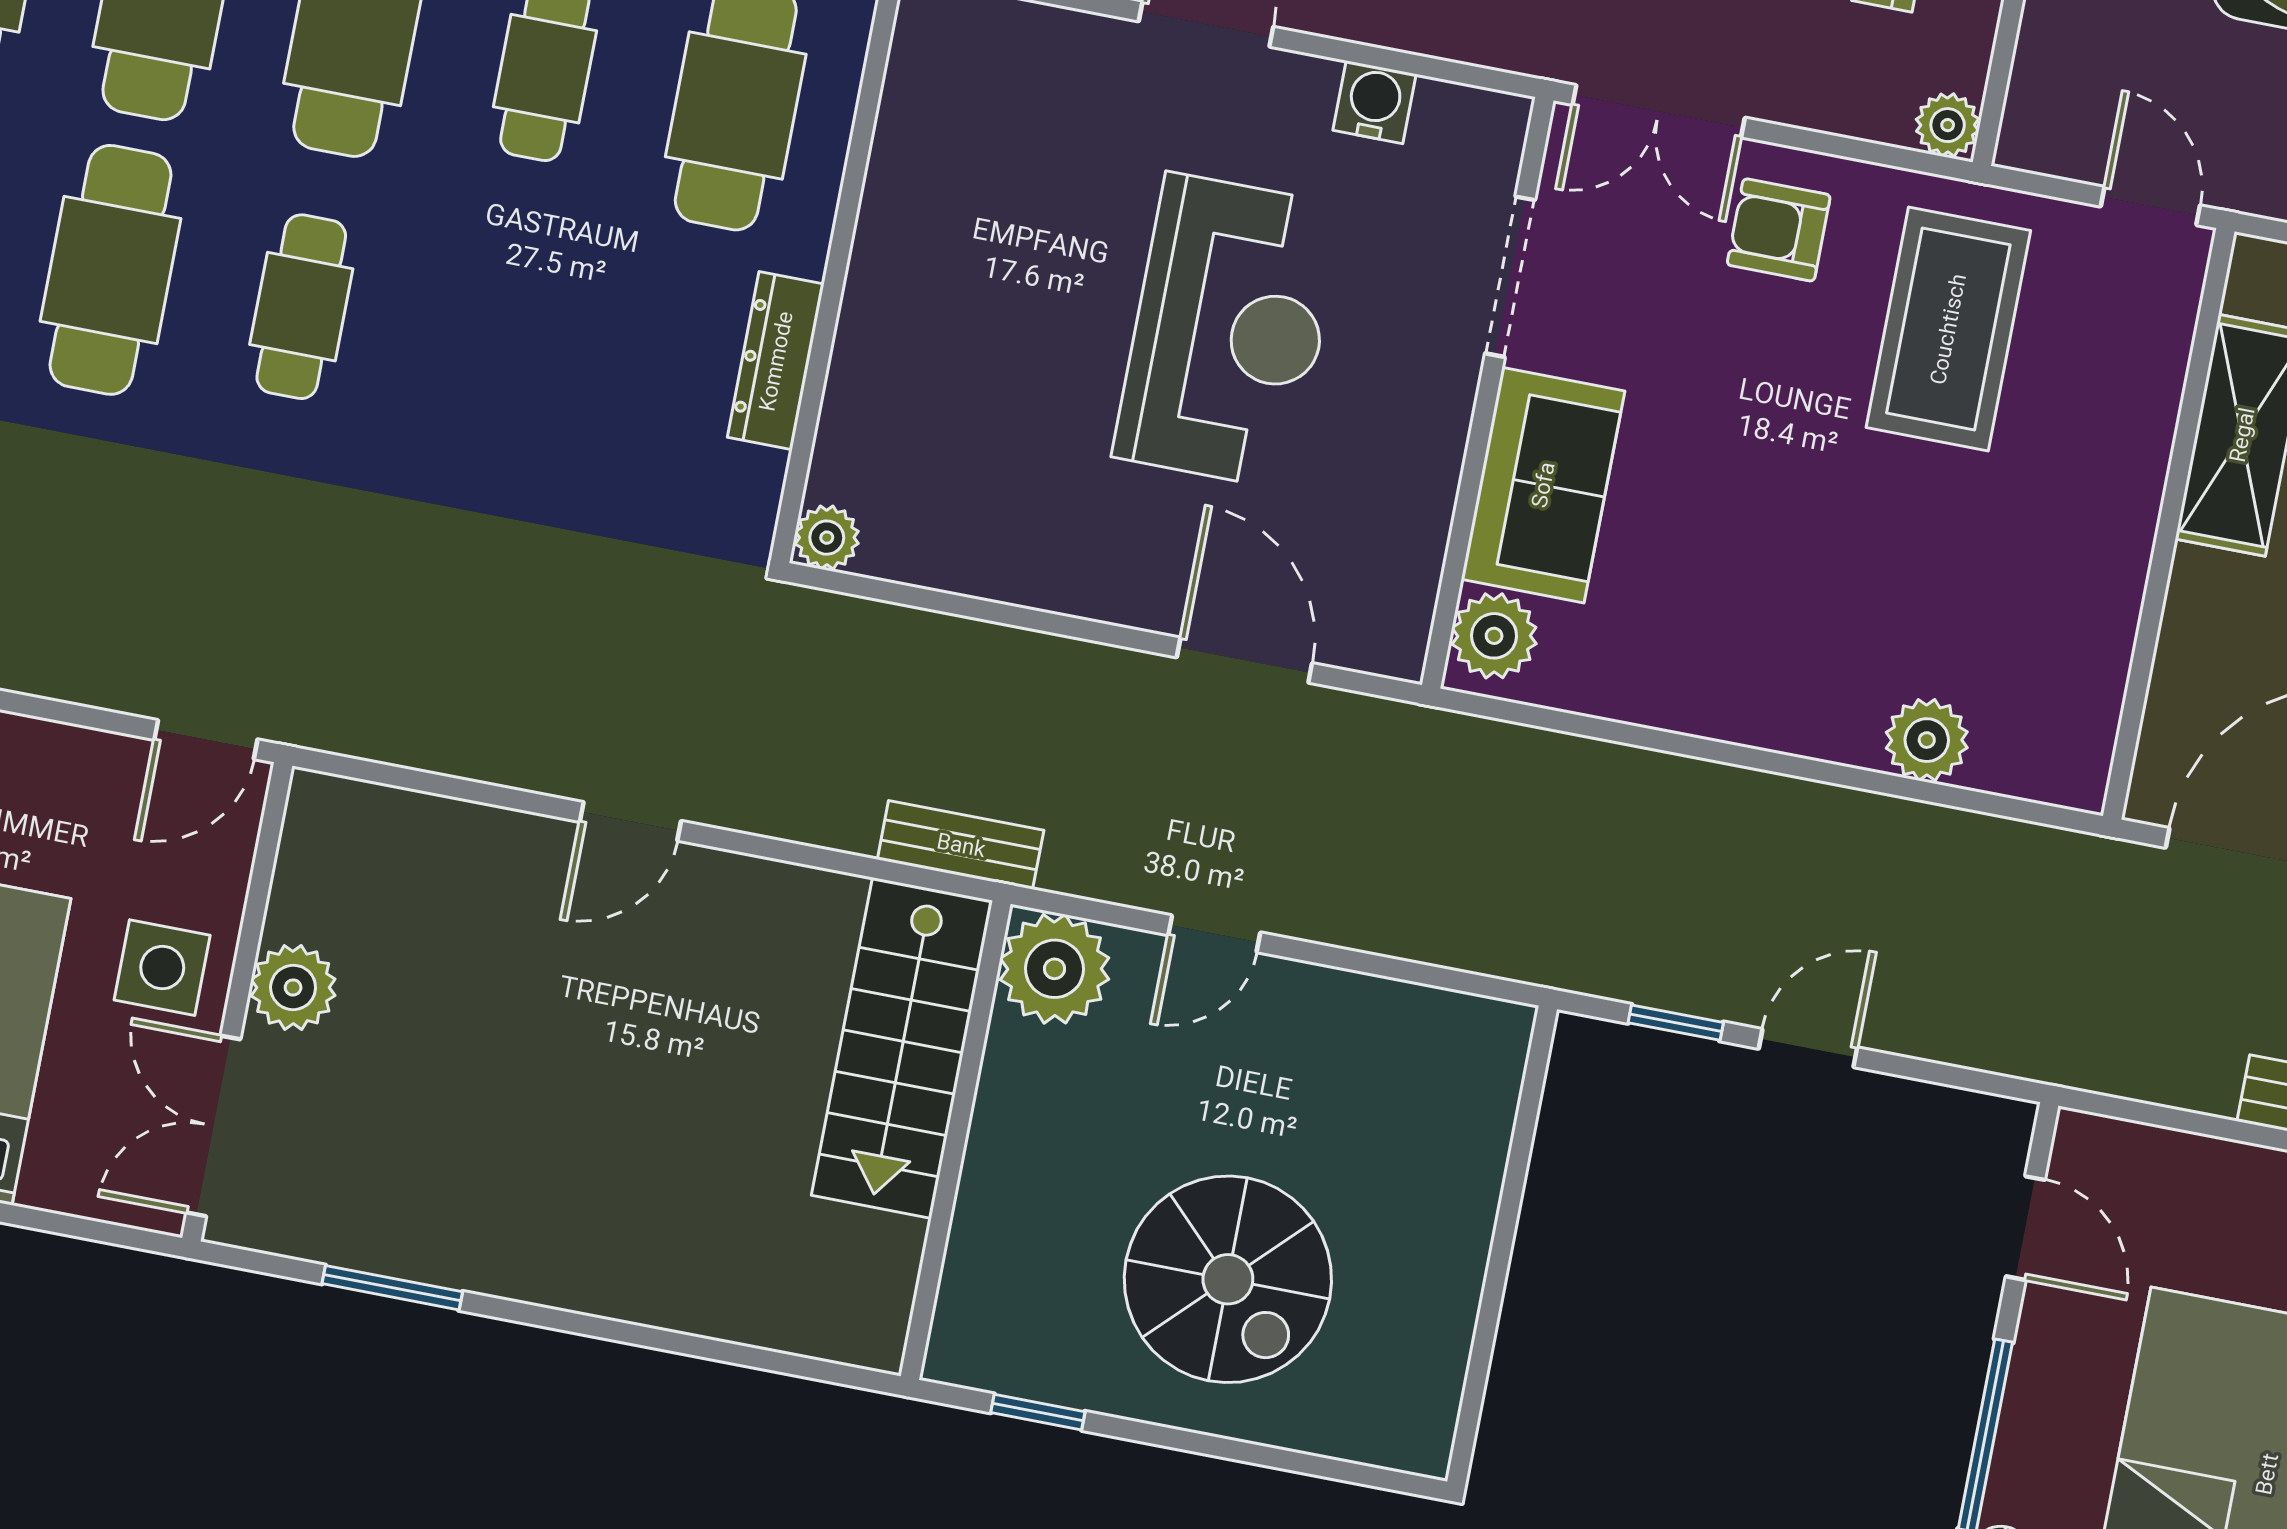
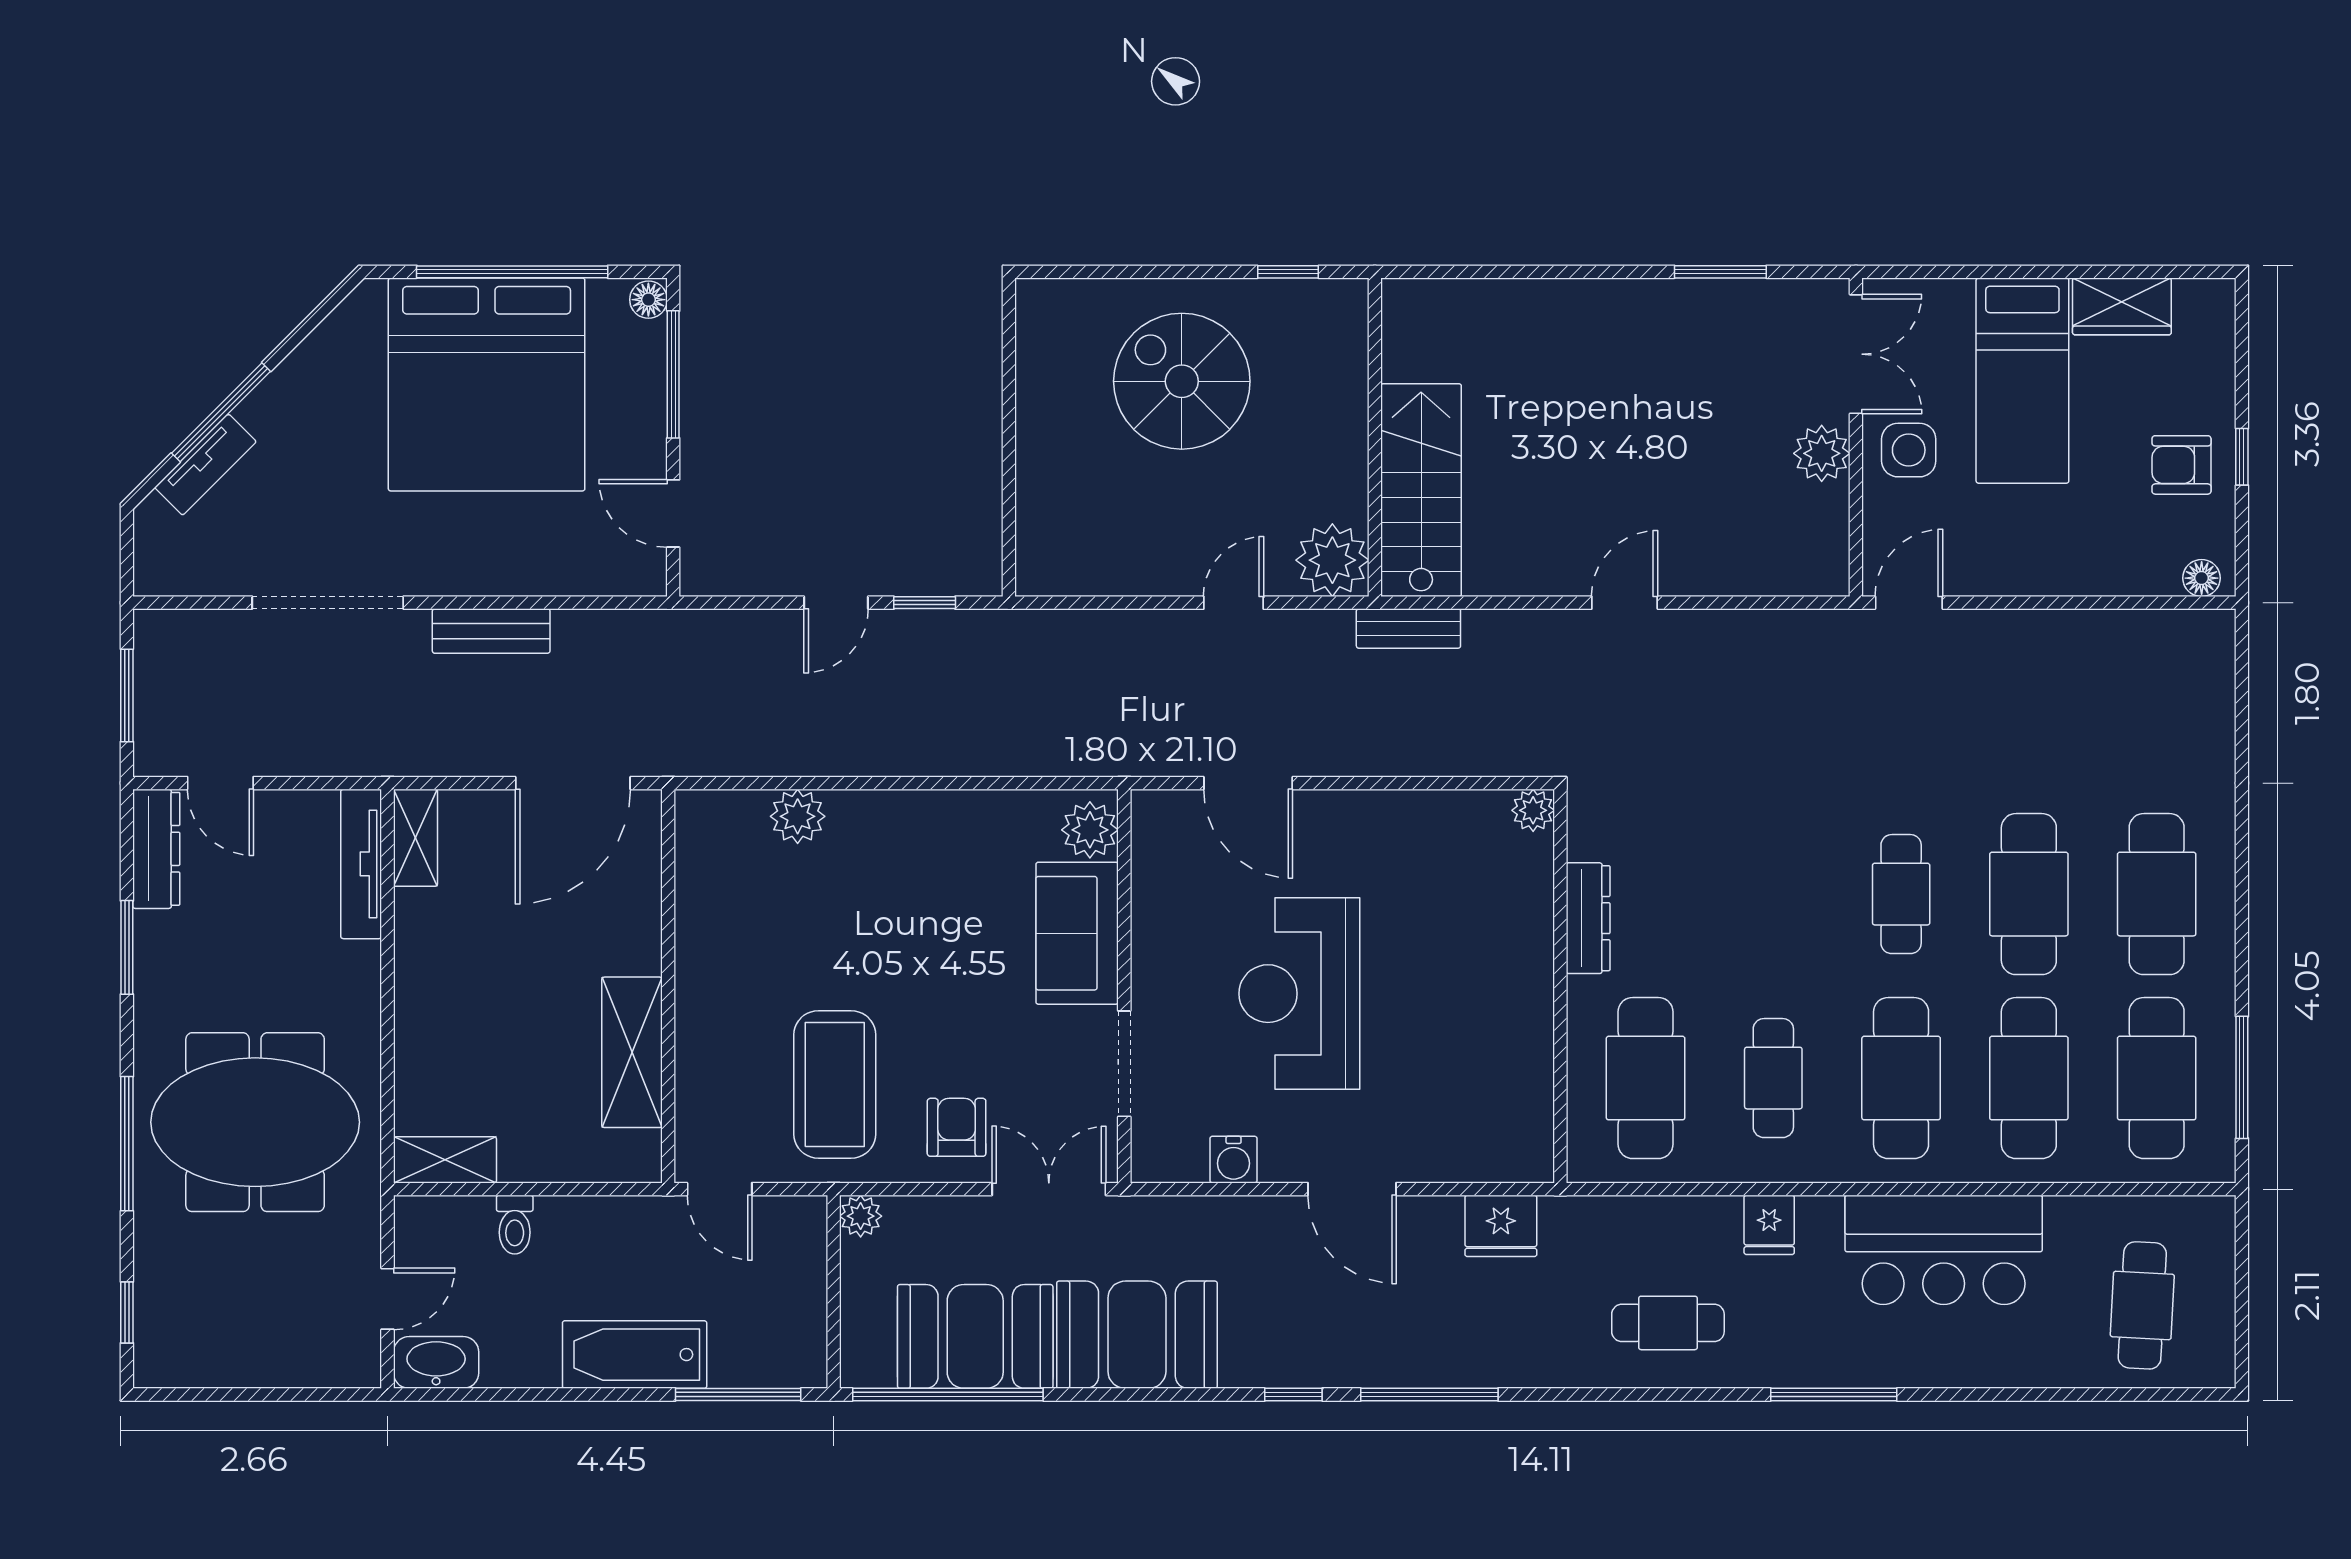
armchair: (1779, 230) -> (957, 1127), turned -90

